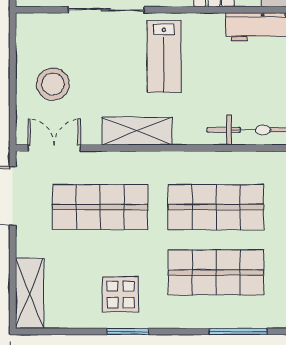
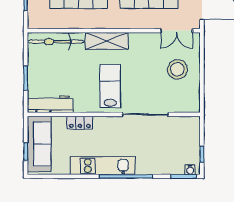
shelving: (137, 131) -> (107, 41), moved

